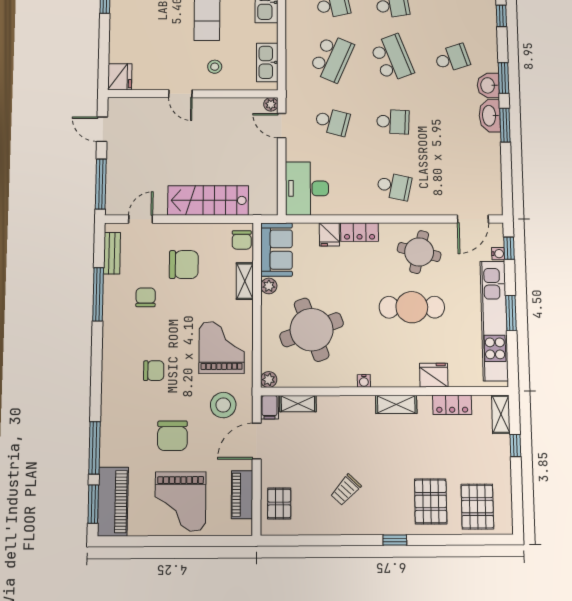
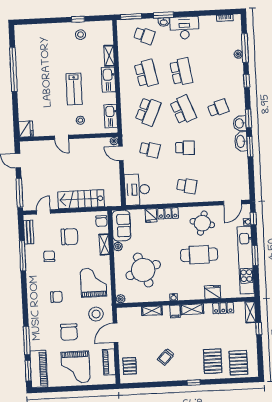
shelving: (298, 404) -> (152, 311), moved
filing cabinet: (270, 407) -> (175, 311), moved

